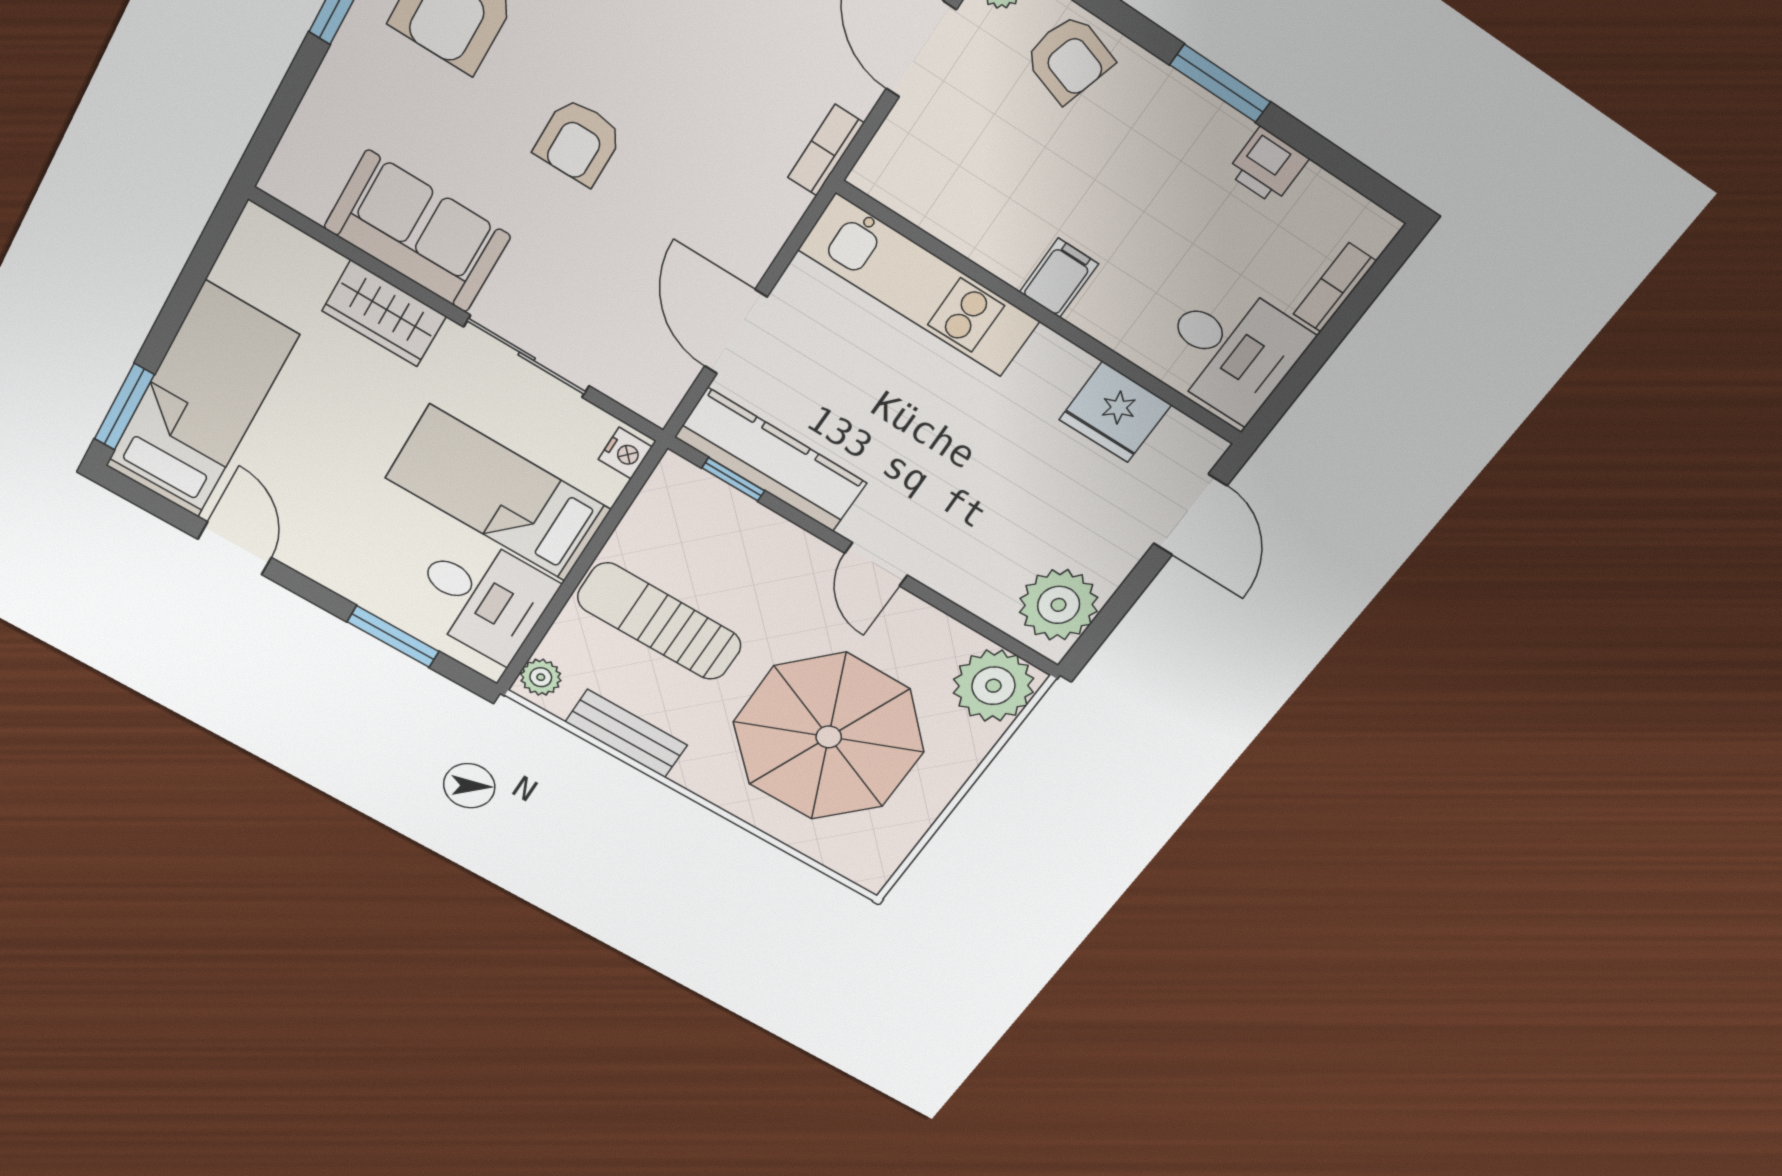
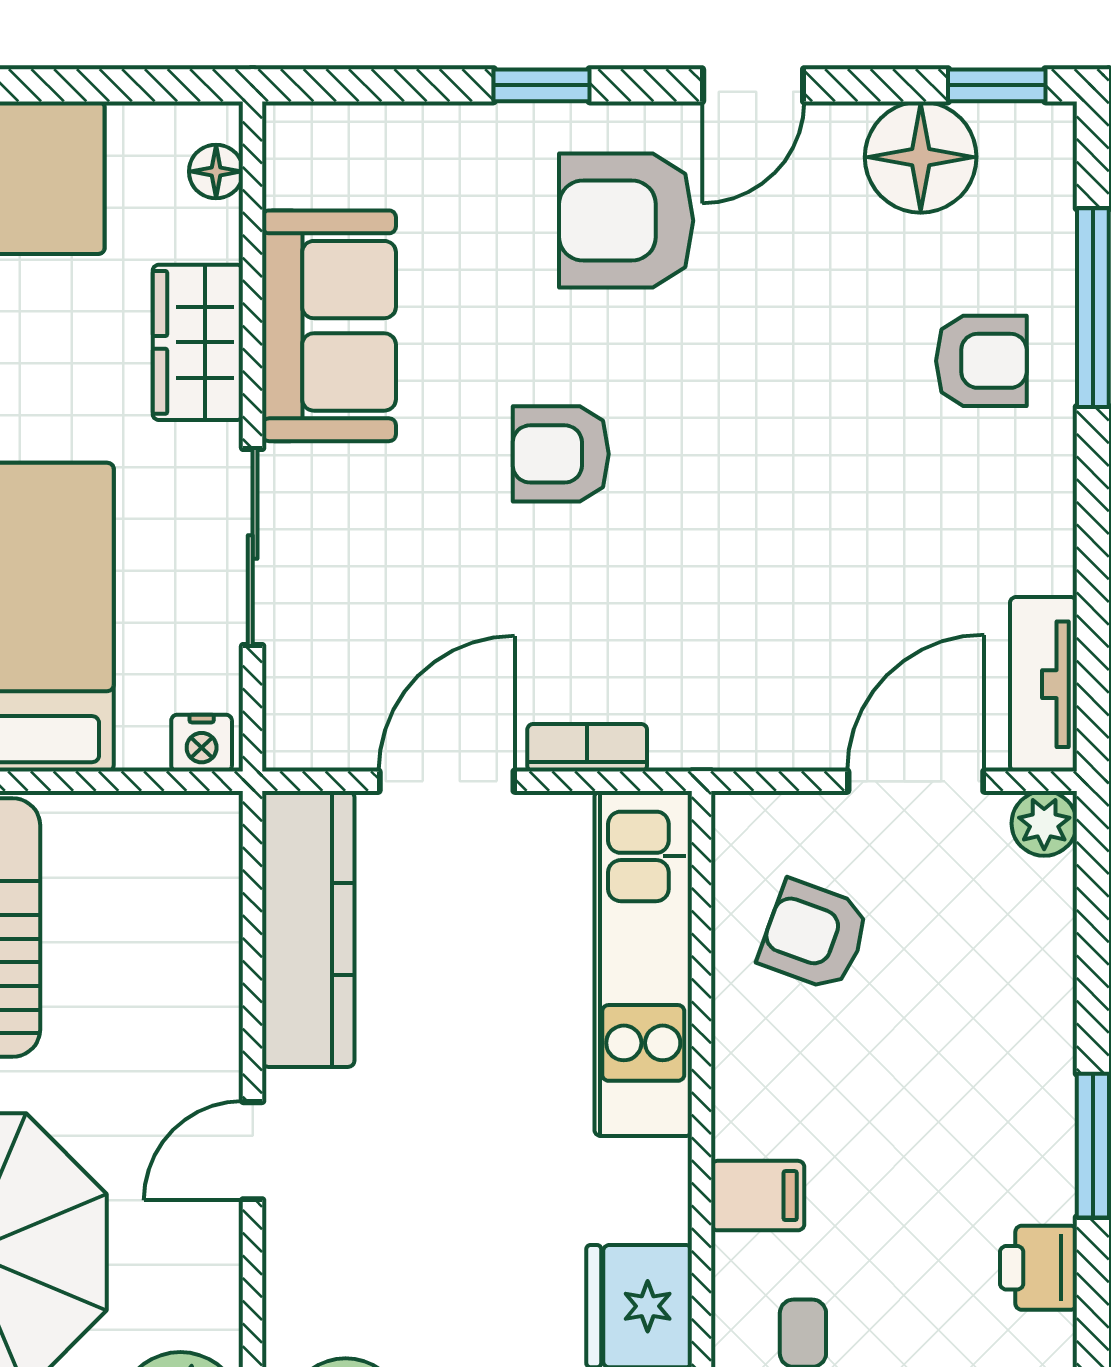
armchair: (1069, 59) -> (814, 935), moved, turned 93
bookcase: (826, 150) -> (587, 748), moved
floor lamp: (284, 240) -> (216, 171), added
filing cabinet: (1059, 278) -> (758, 1196), moved
window: (733, 479) -> (253, 899), removed

